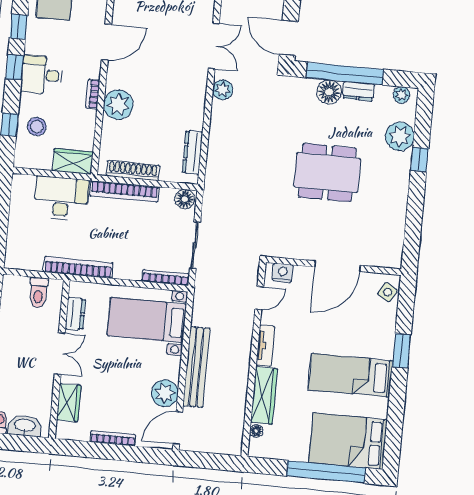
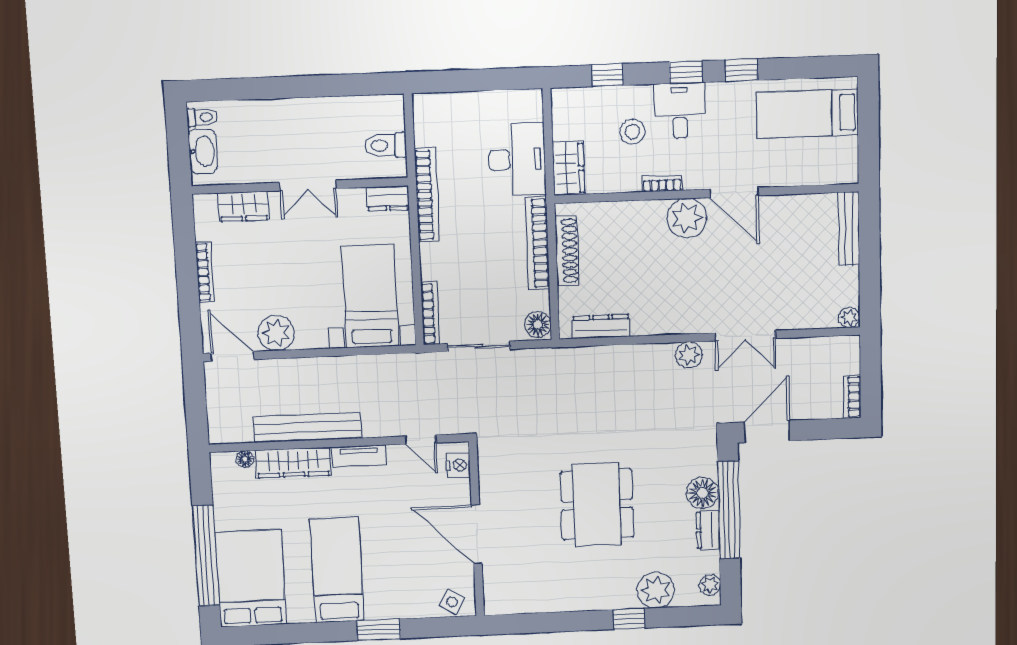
plant: (118, 105) -> (687, 218), moved
stool: (37, 127) -> (632, 132), moved
dresser: (75, 314) -> (387, 198), moved
bench: (196, 367) -> (308, 427), moved

